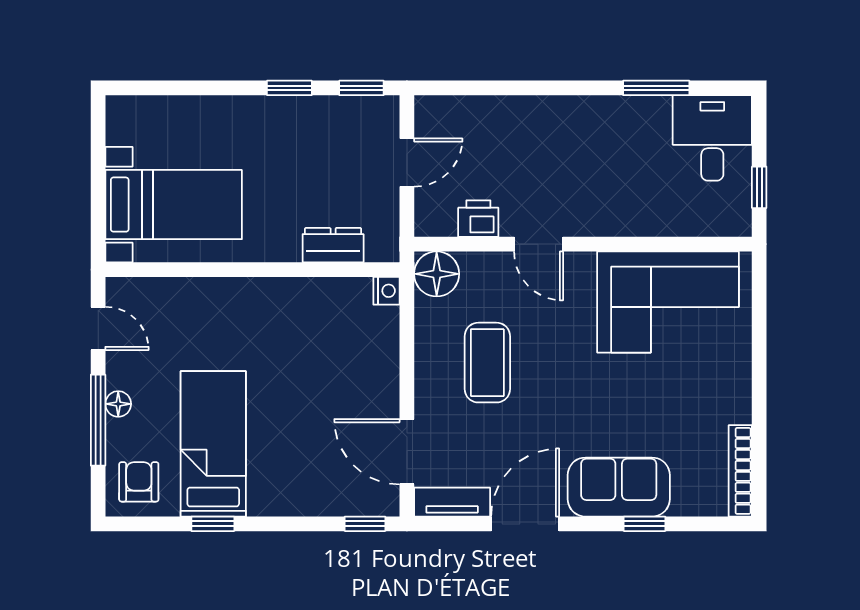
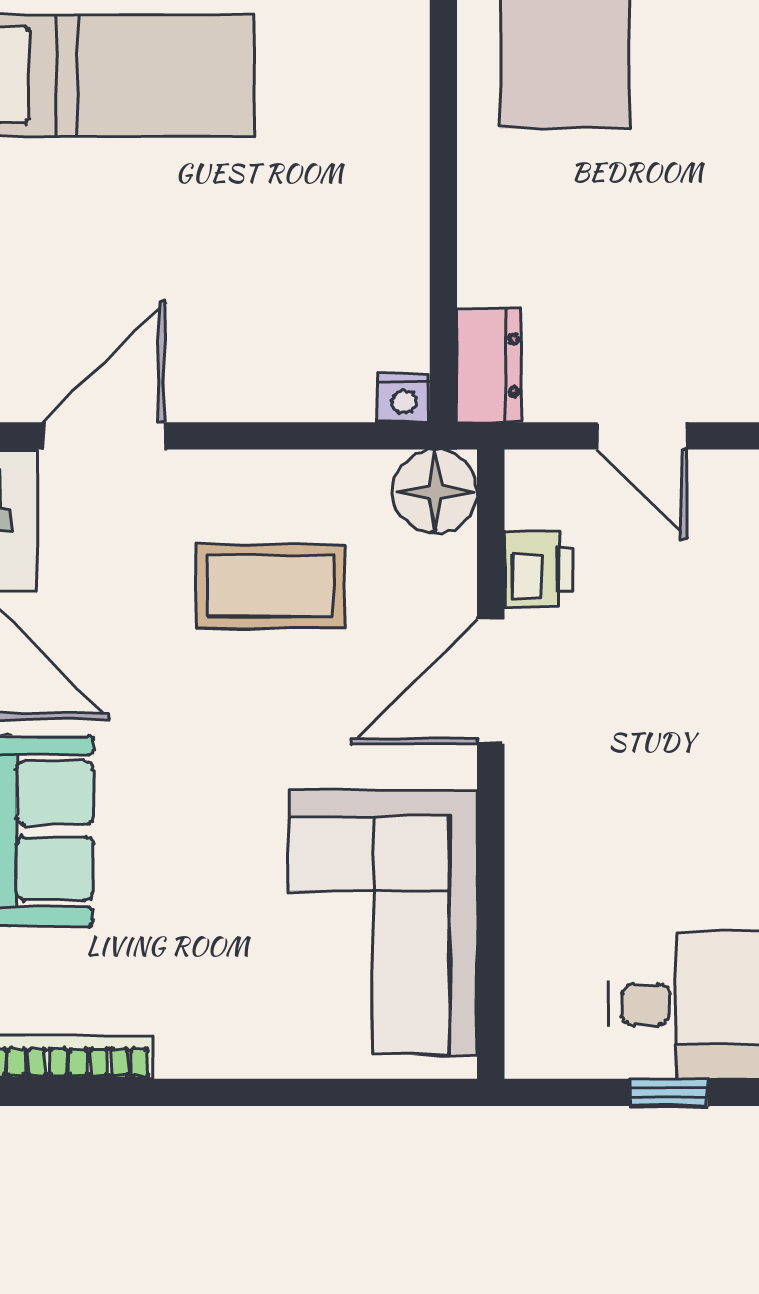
window: (759, 187) -> (669, 1092), moved
door: (539, 244) -> (491, 681), width x1.38
dresser: (333, 245) -> (489, 365), moved

